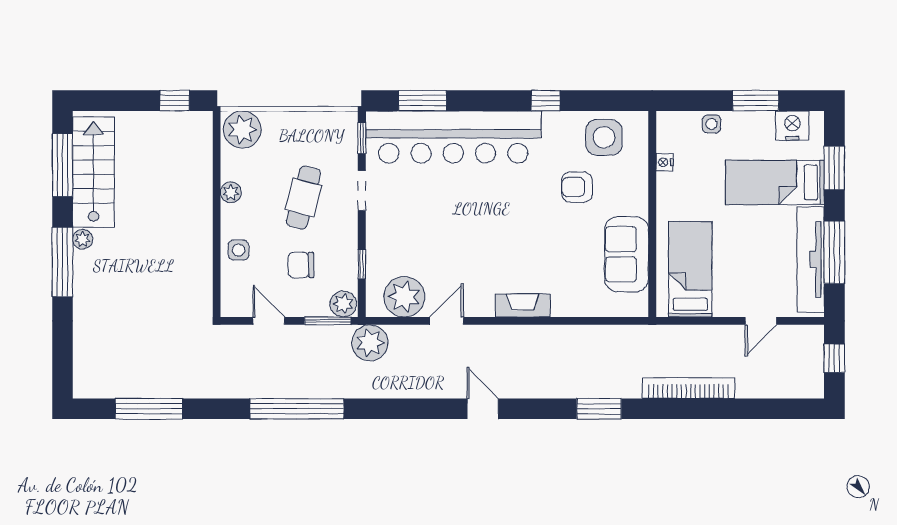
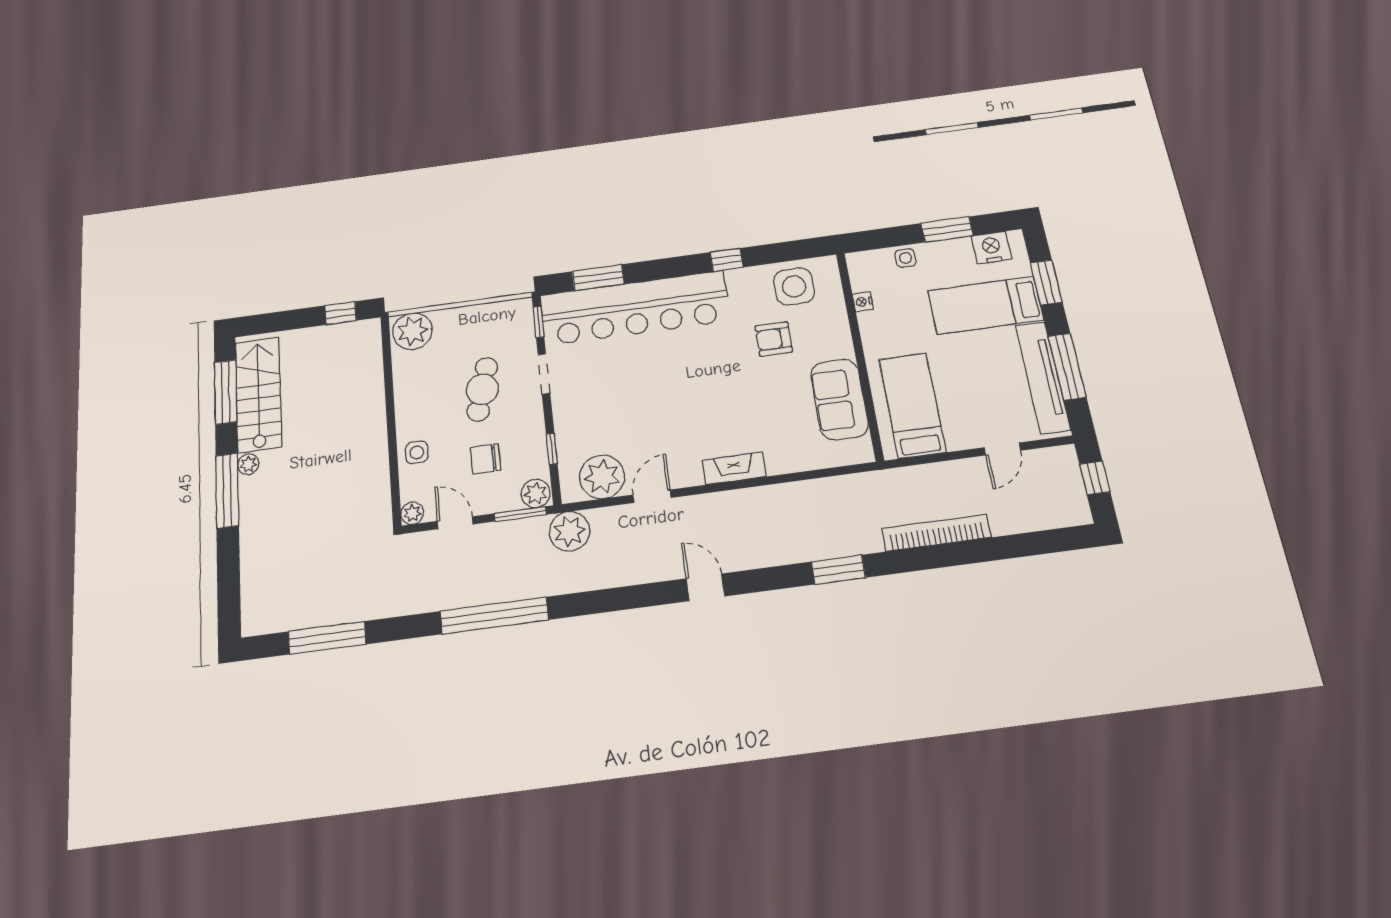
plant: (231, 192) -> (412, 513), moved

